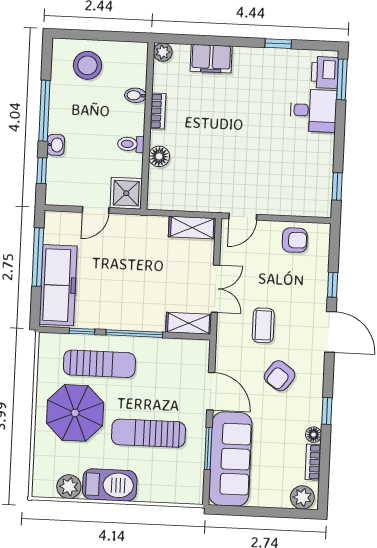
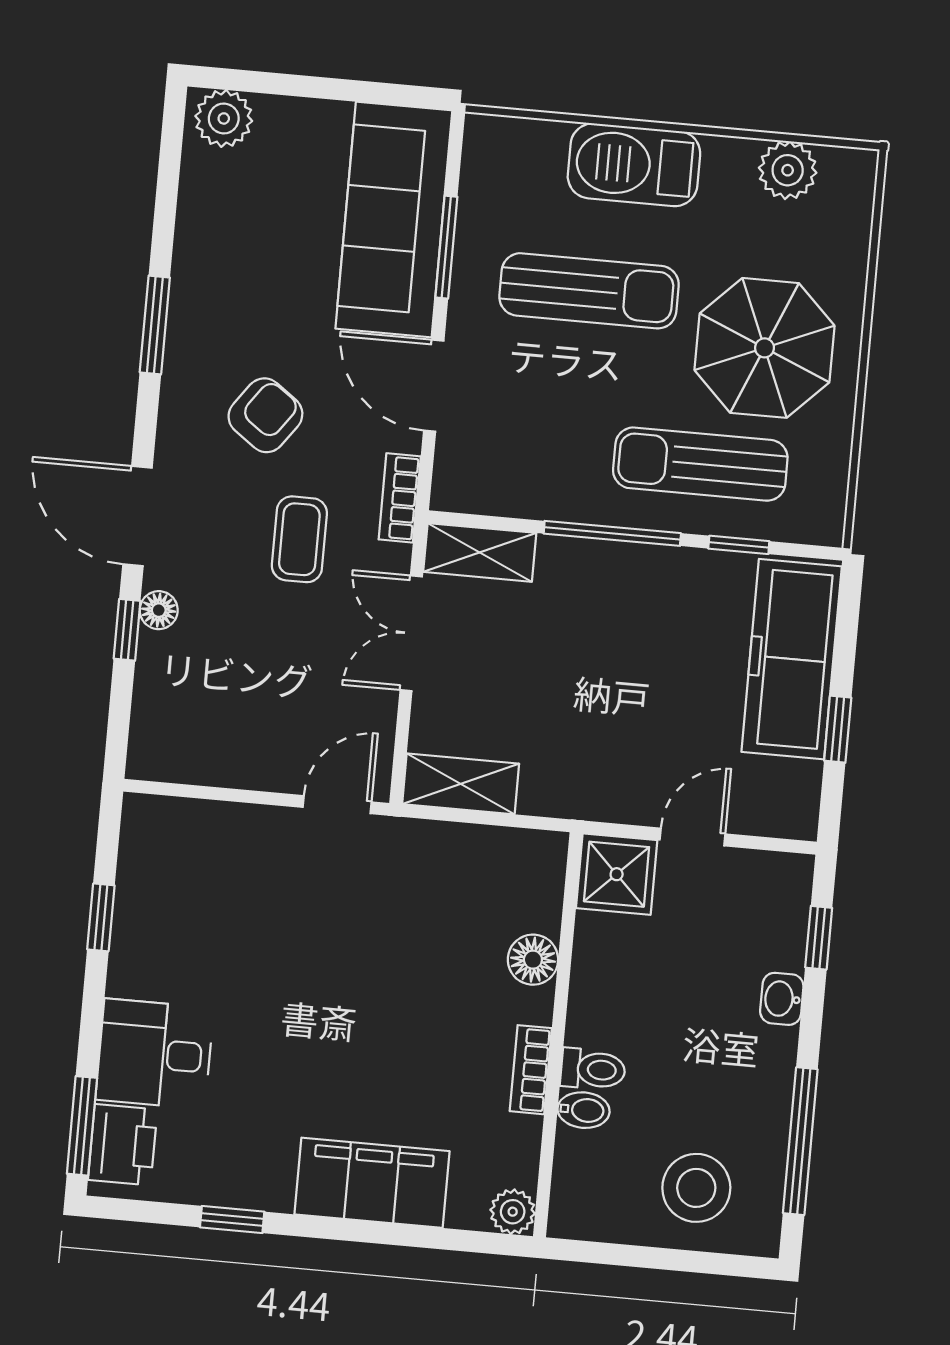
filing cabinet: (211, 59) -> (372, 1183), width x1.50, depth x1.17
window: (44, 111) -> (800, 1141), moved
toilet: (131, 144) -> (593, 1069), moved
window: (337, 186) -> (101, 917), moved
armchair: (295, 240) -> (214, 742), removed
window: (38, 257) -> (838, 729), width x0.46
window: (327, 411) -> (155, 325), width x1.50
floor lamp: (314, 435) -> (159, 610), moved
bookcase: (313, 462) -> (400, 498), moved, turned 180
barbecue: (110, 485) -> (634, 165), moved

